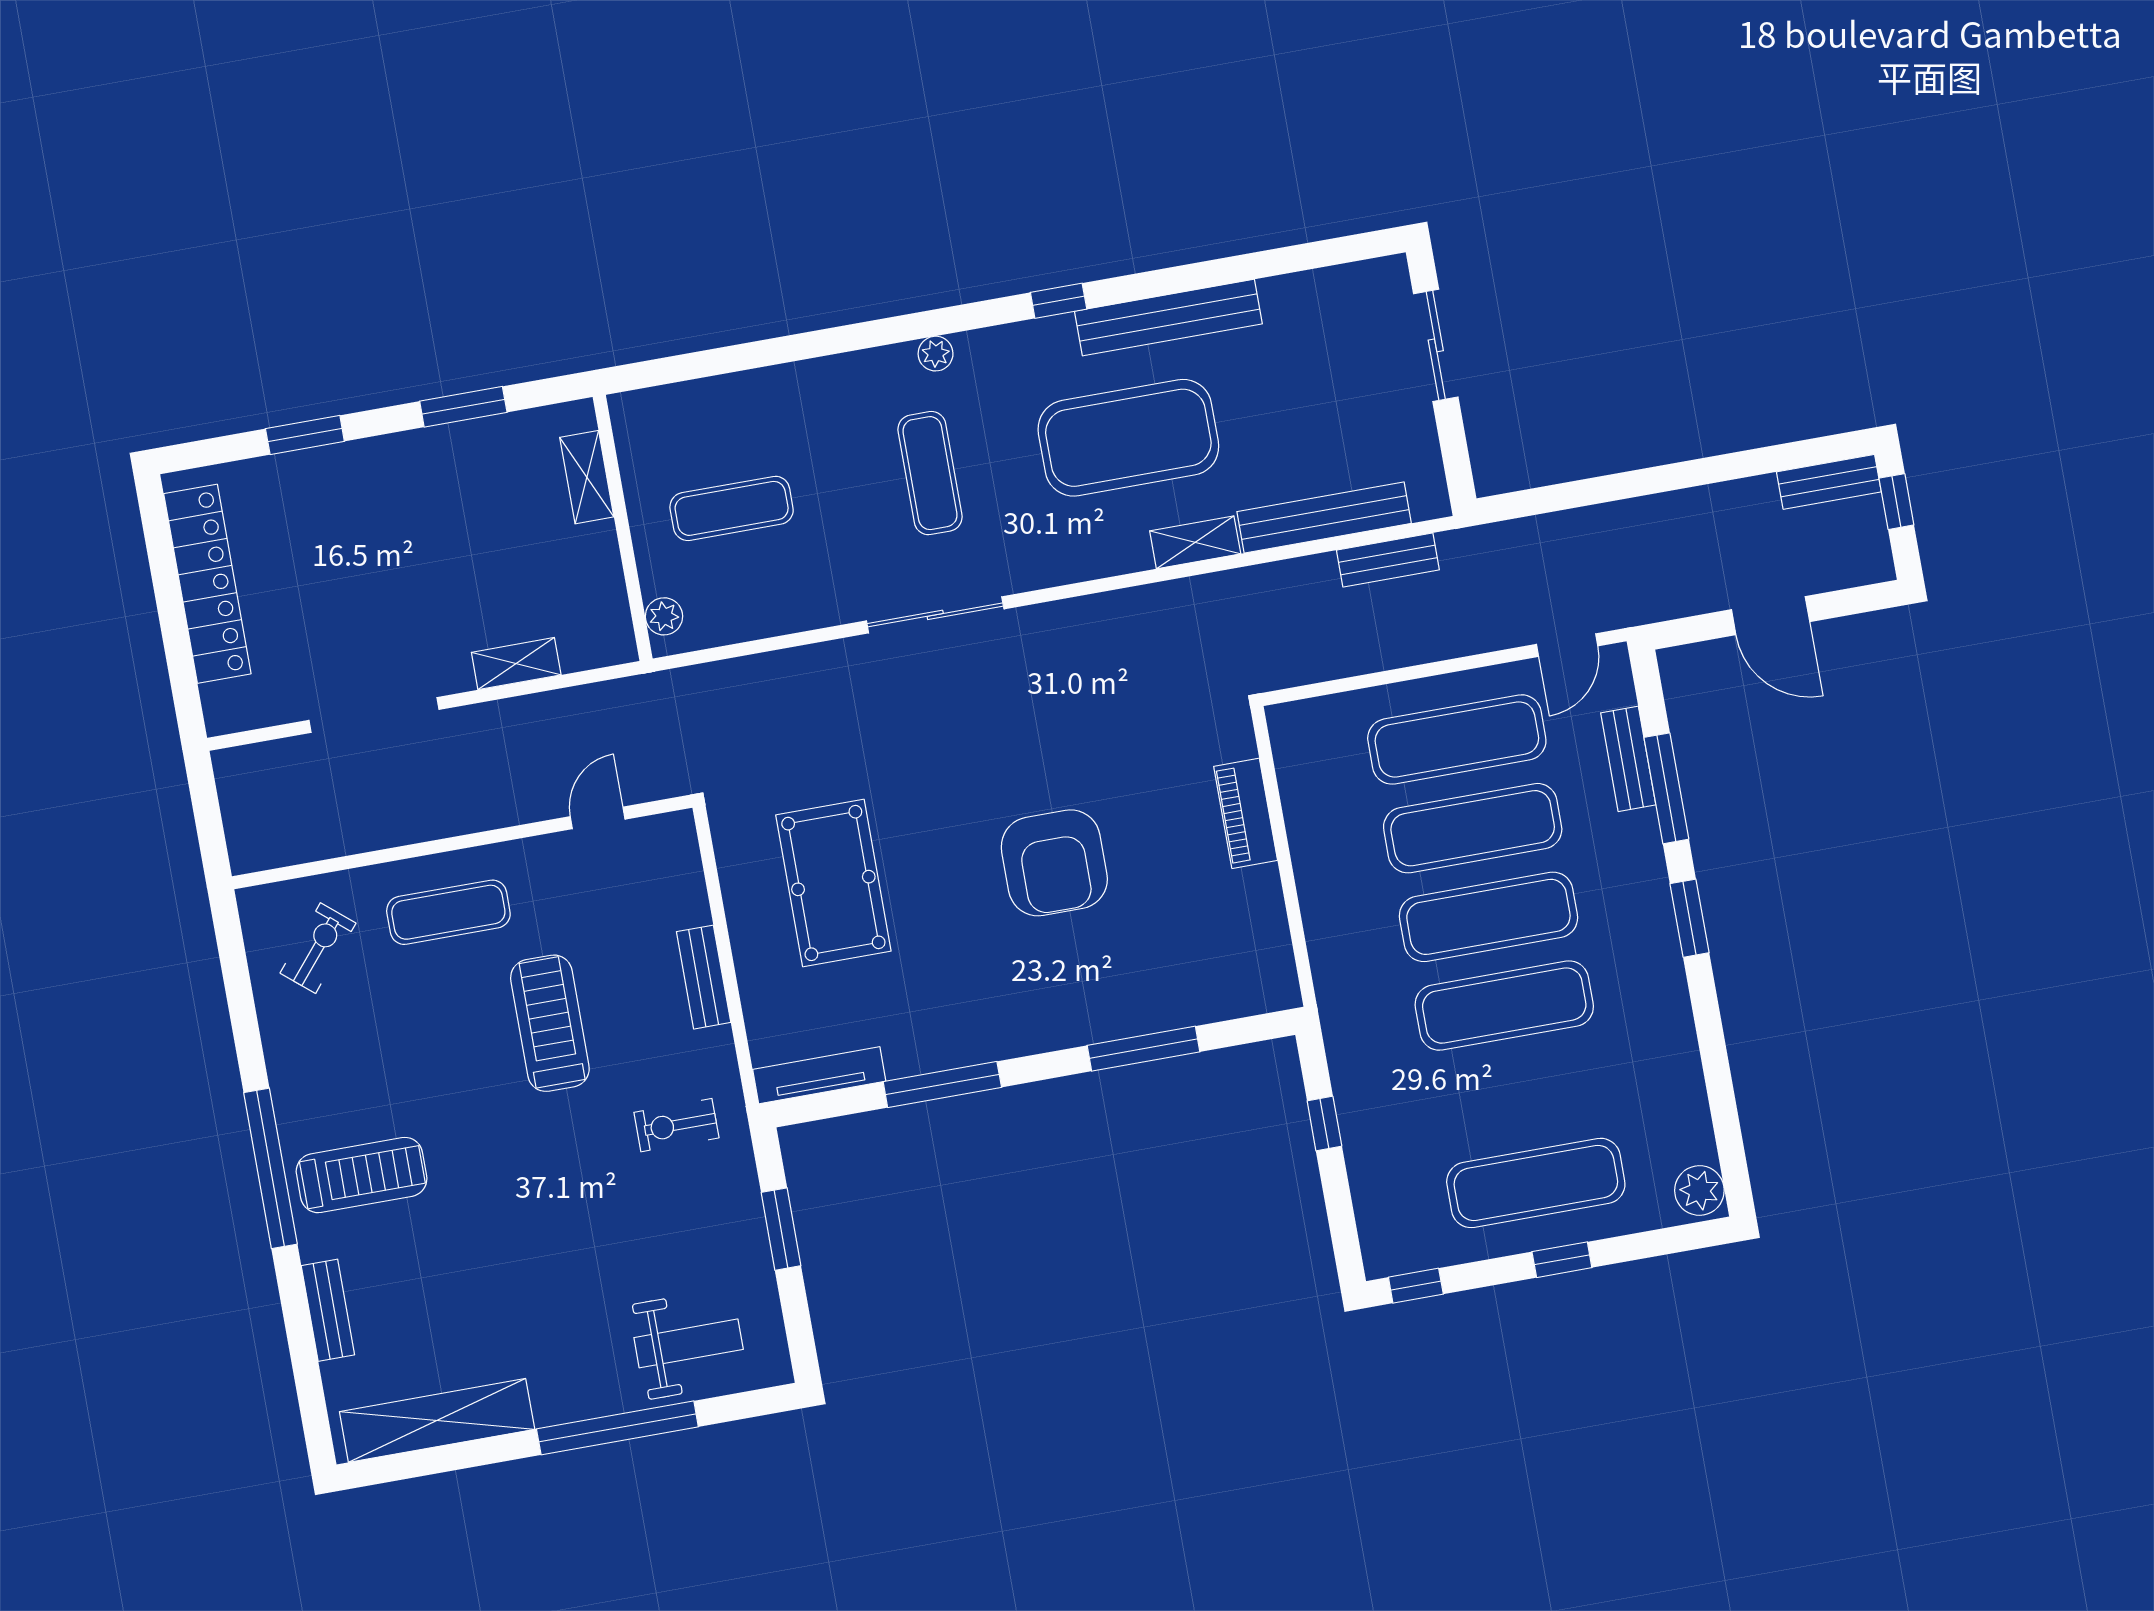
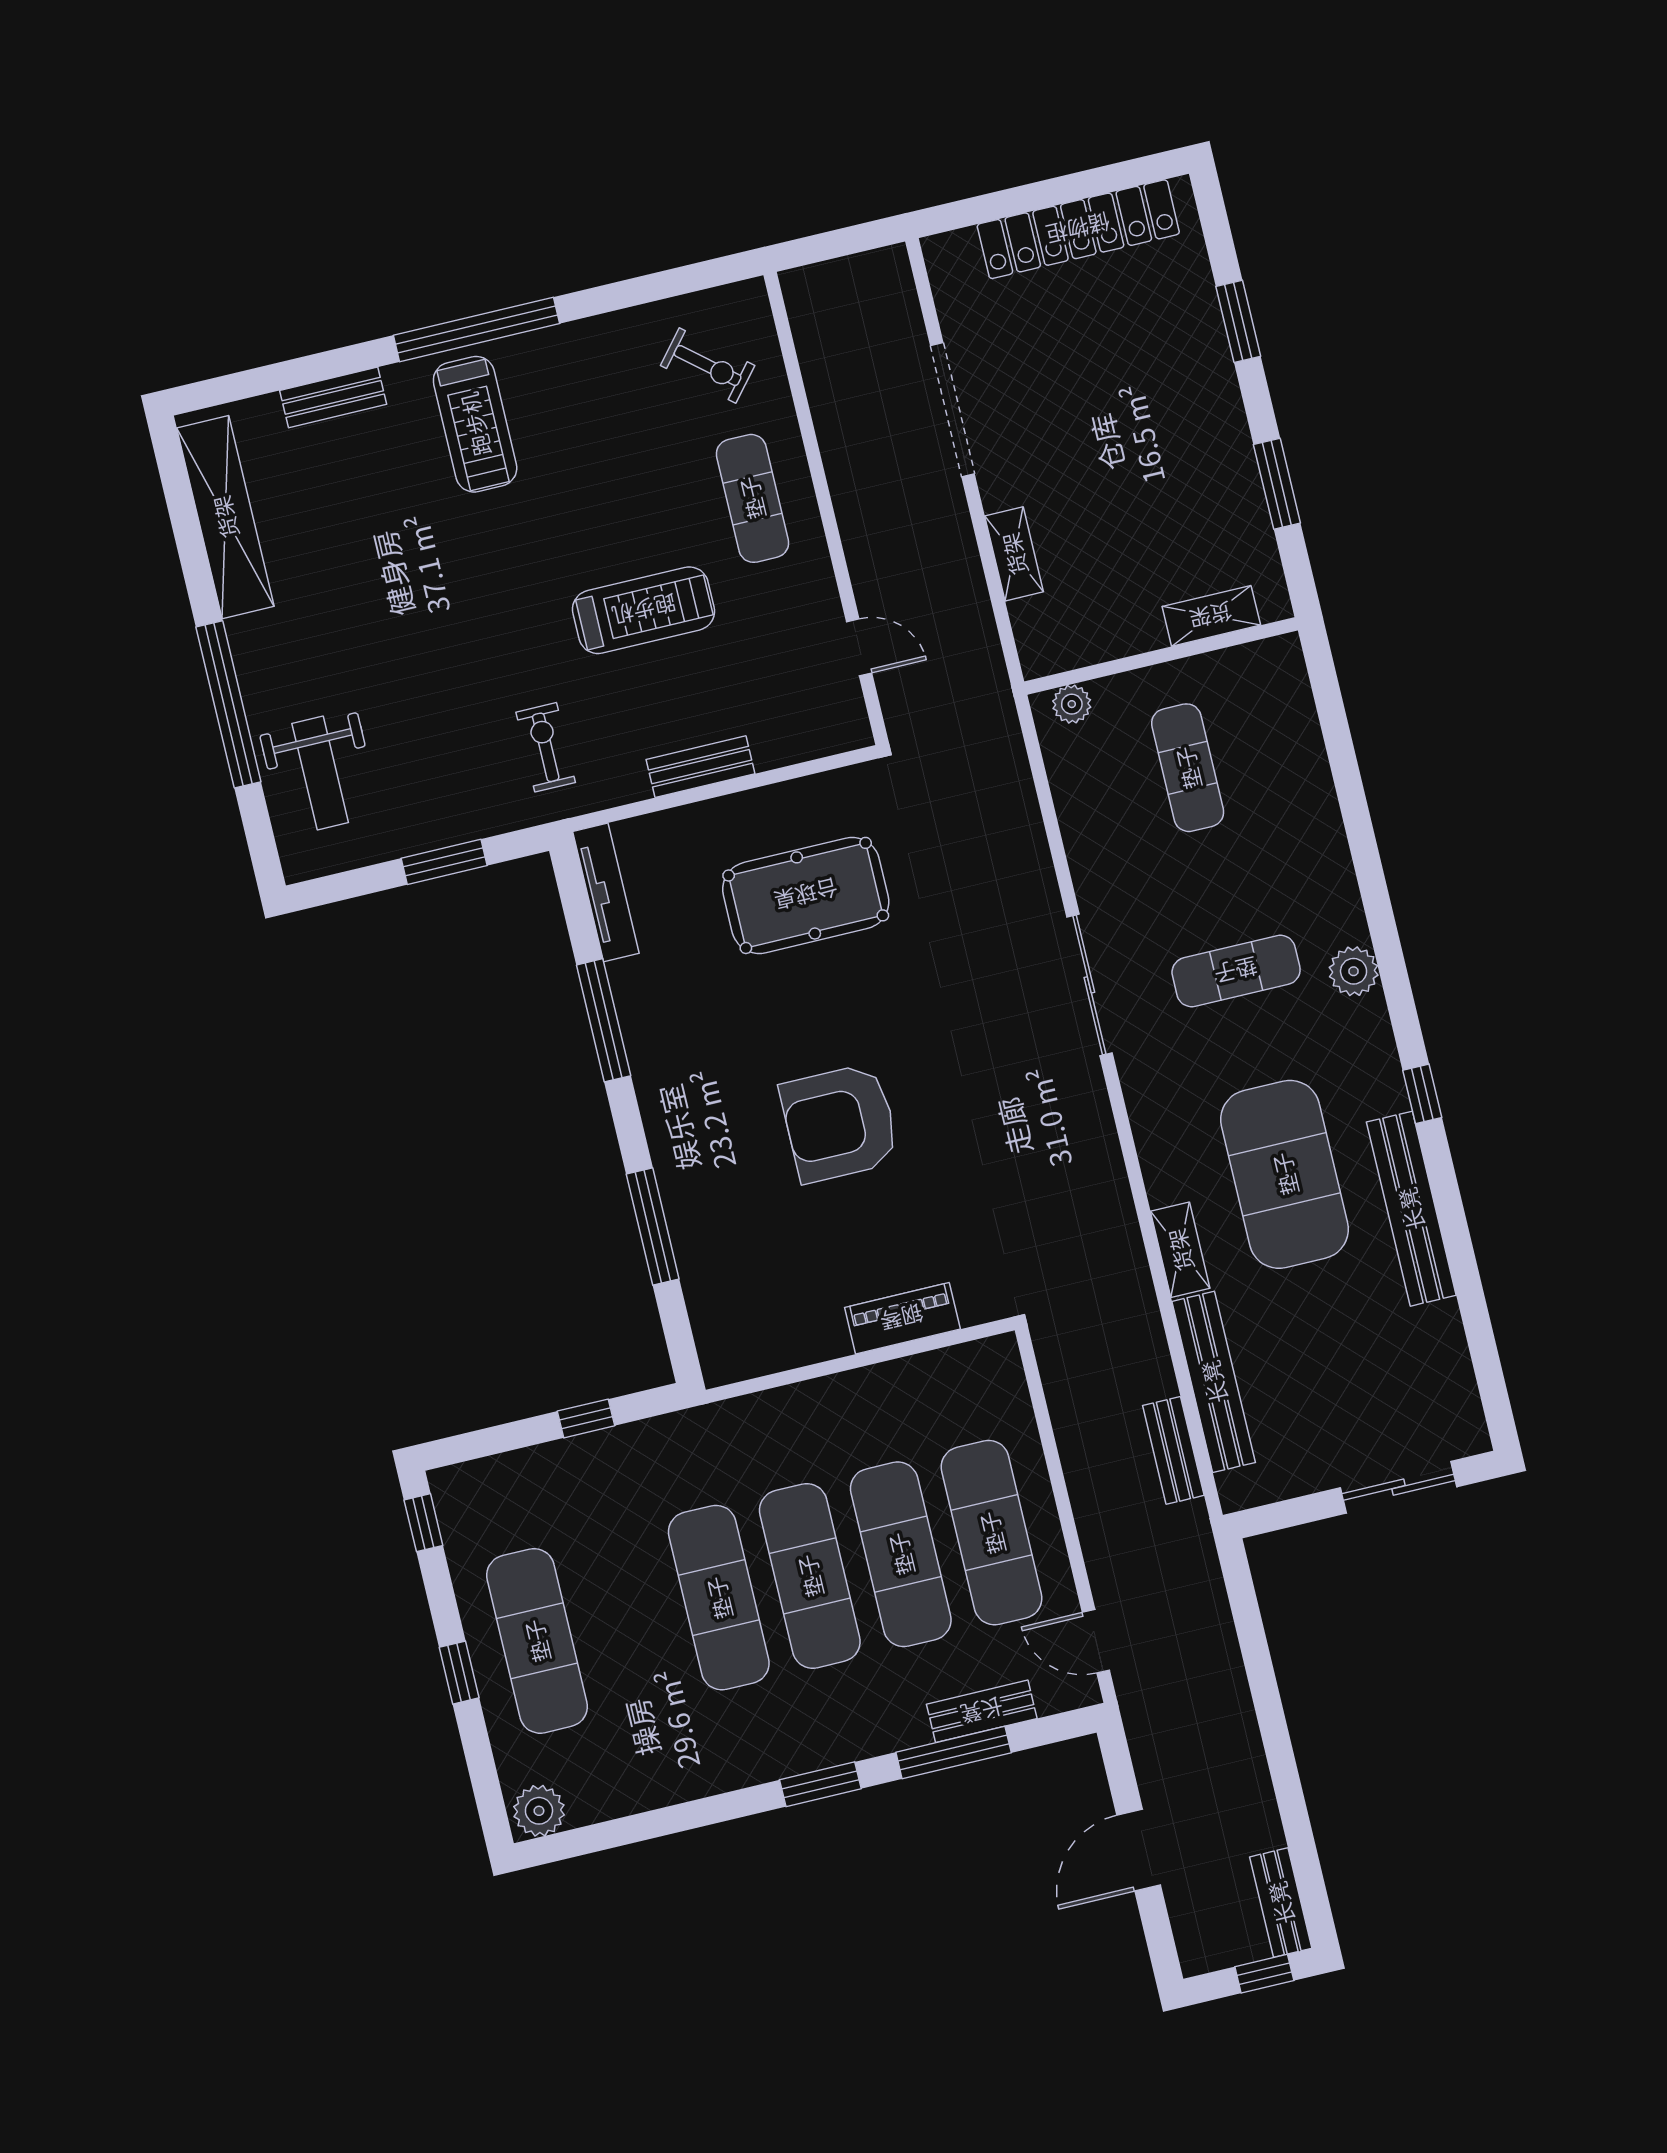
plant: (936, 354) -> (1354, 971), width x1.38, depth x1.38

